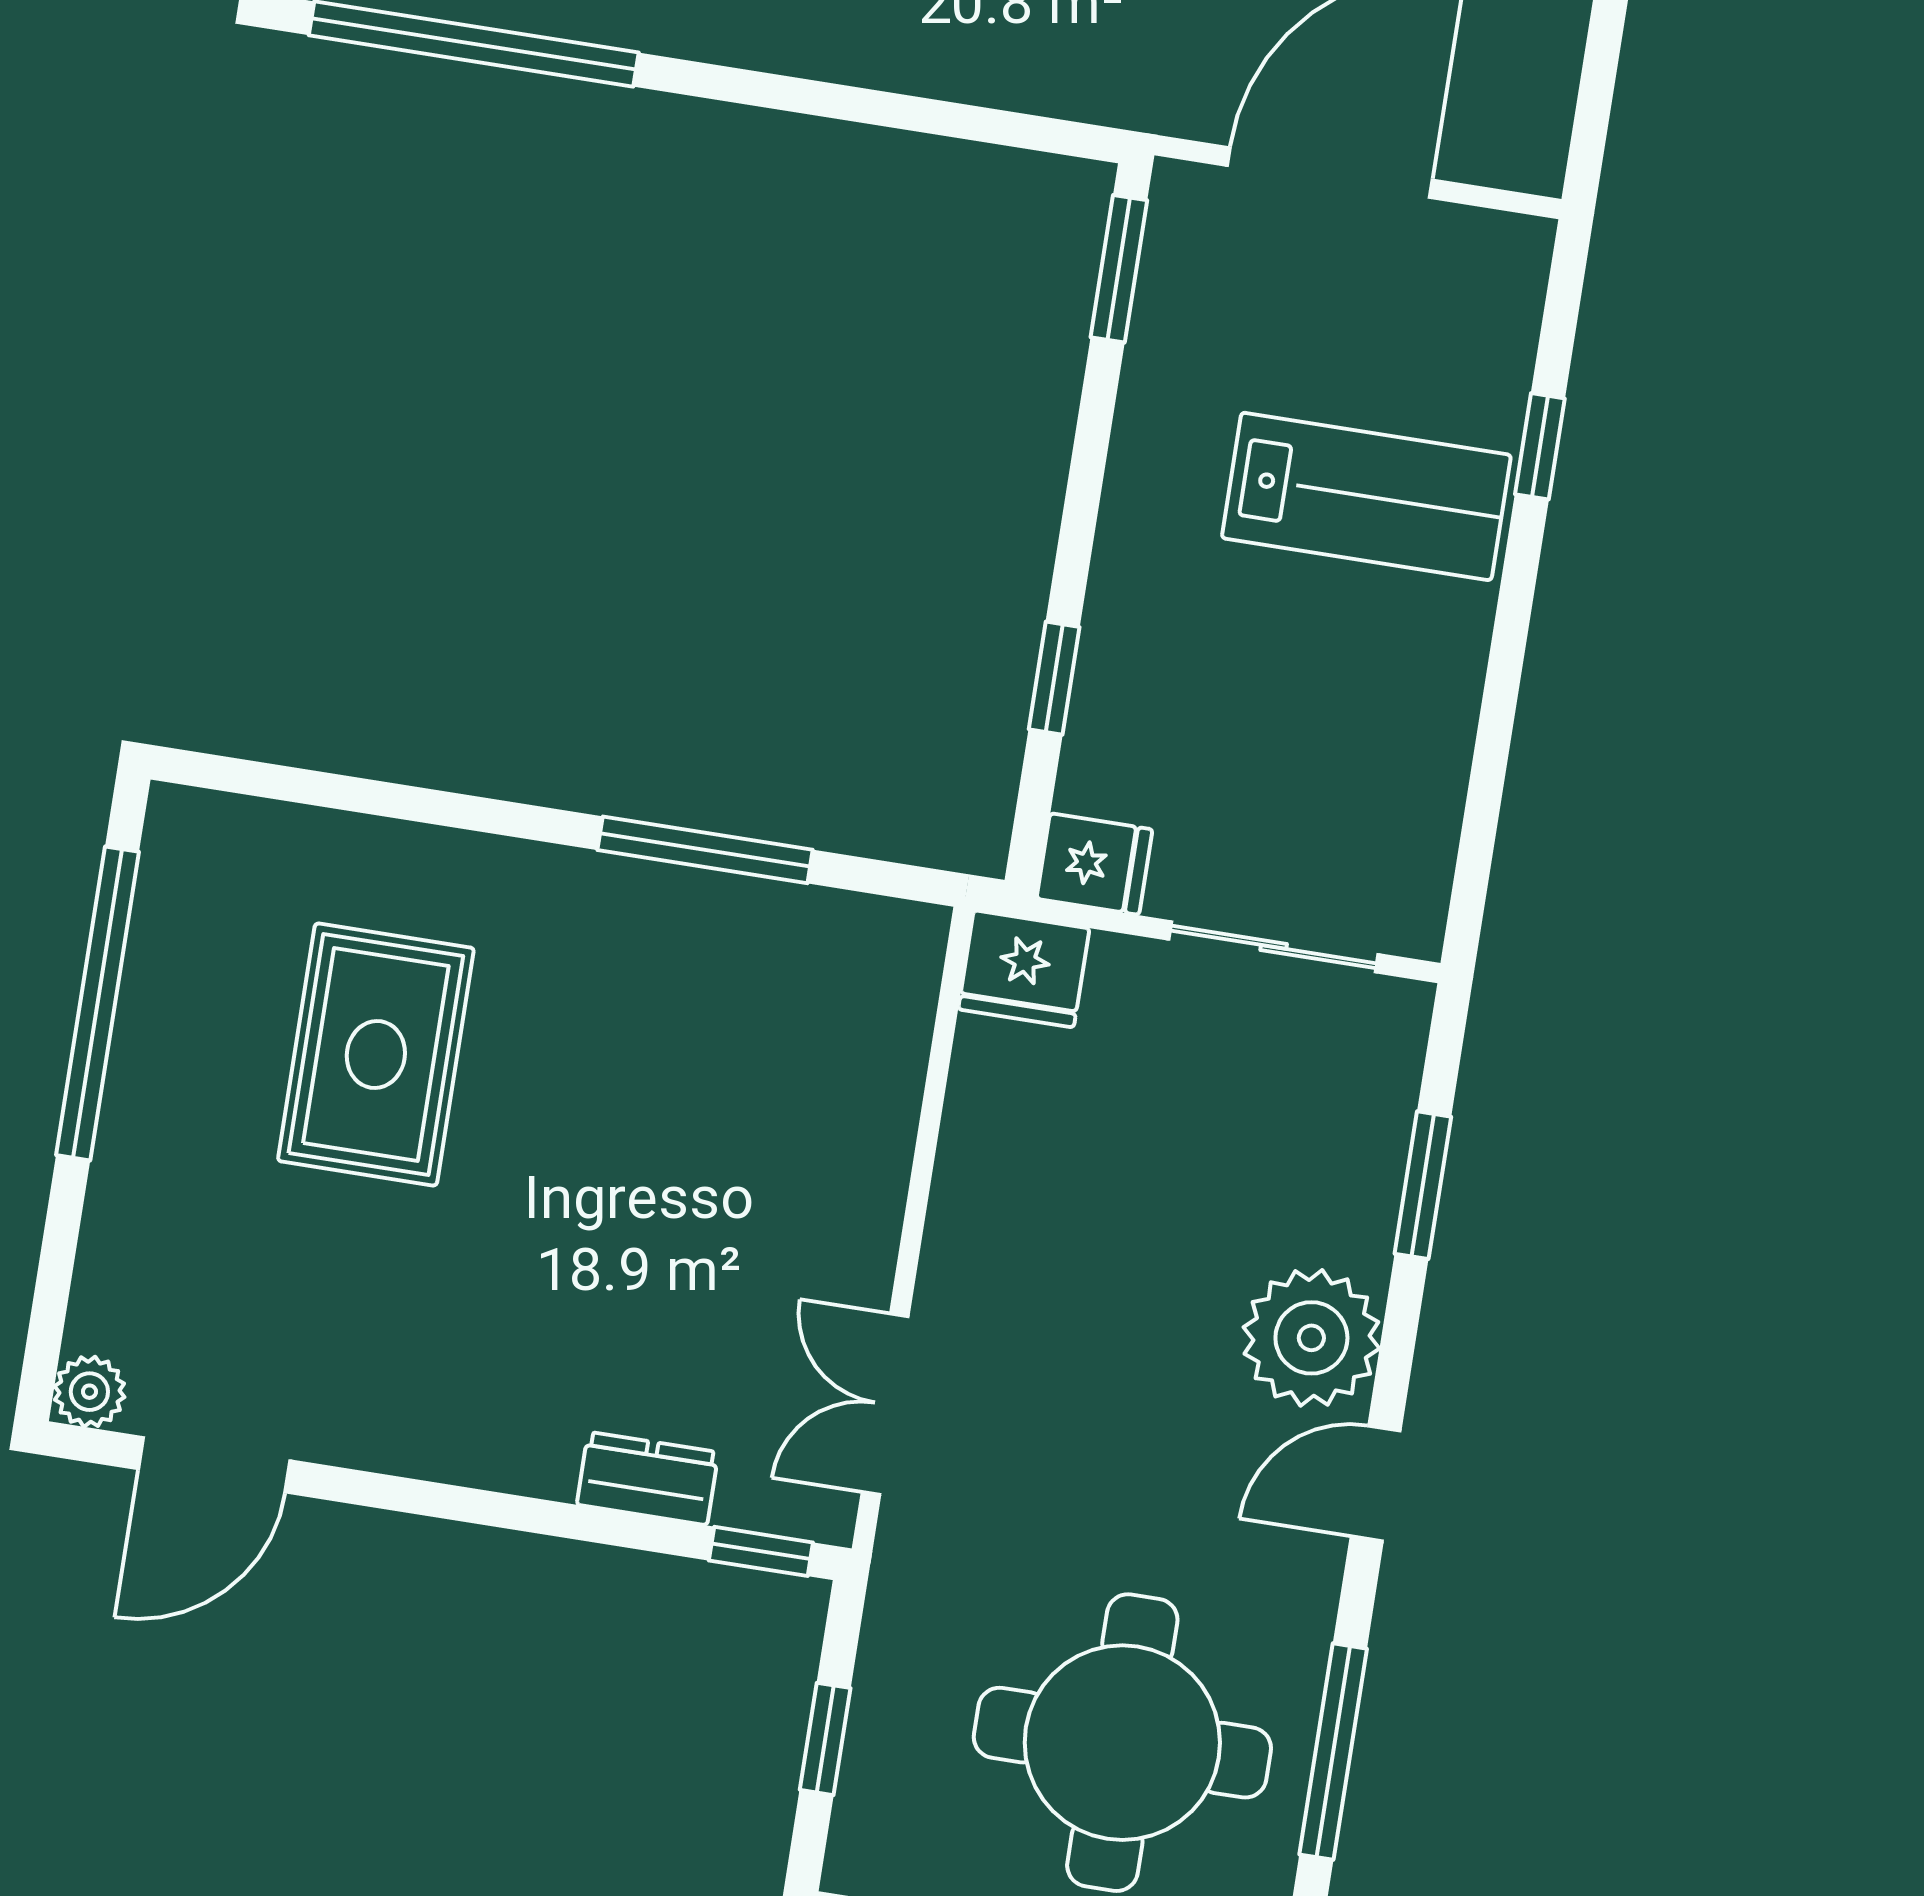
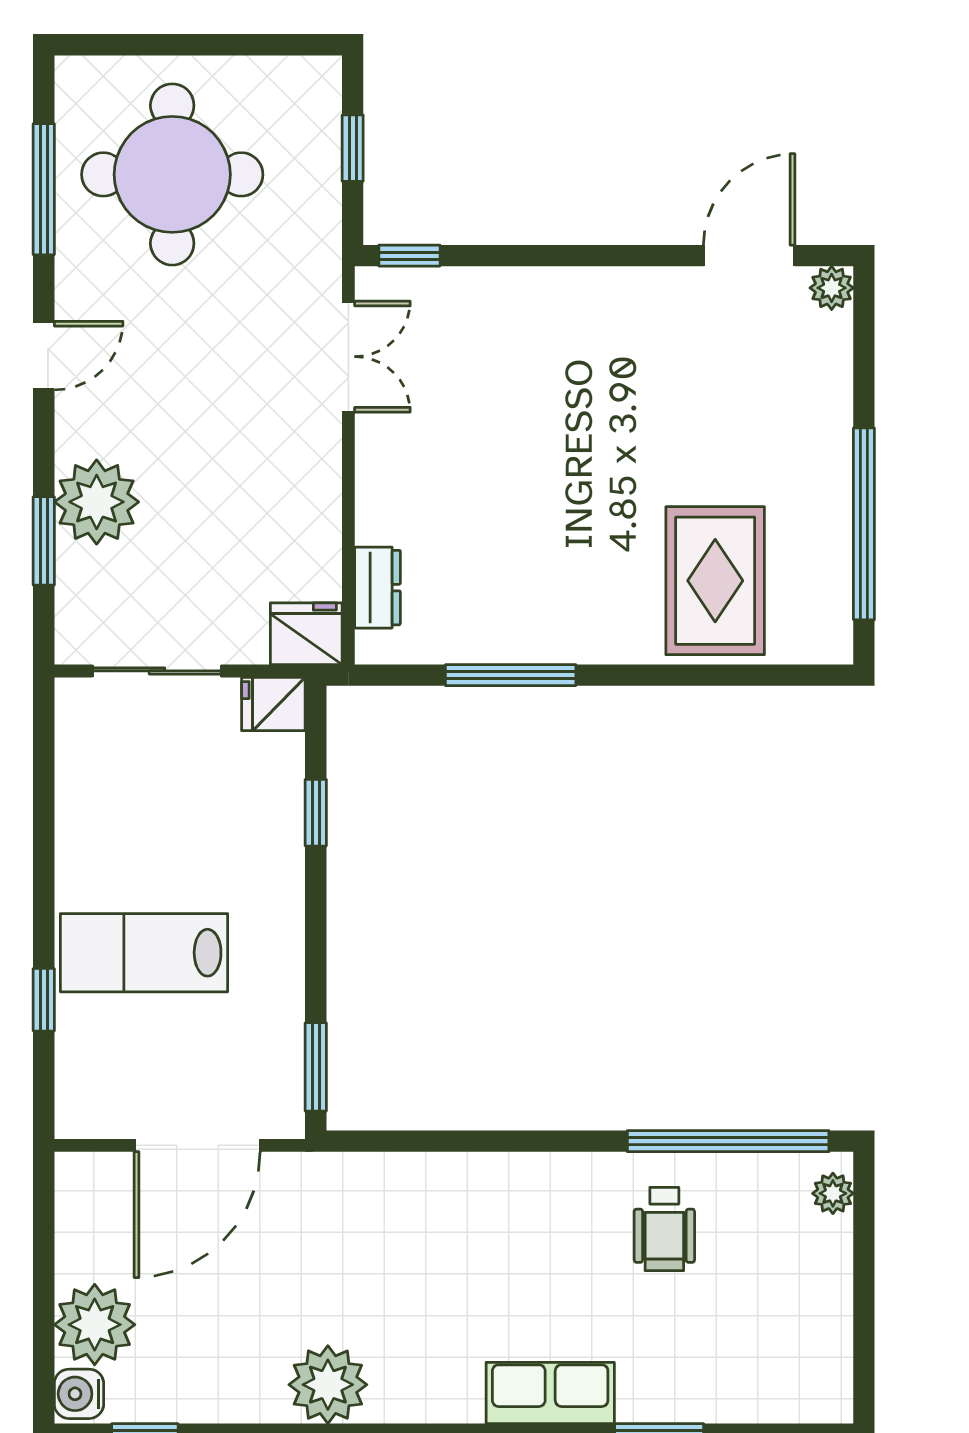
rug: (376, 1054) -> (715, 581), moved
plant: (1311, 1338) -> (97, 502), moved
dresser: (648, 1478) -> (377, 588), moved, turned -90

